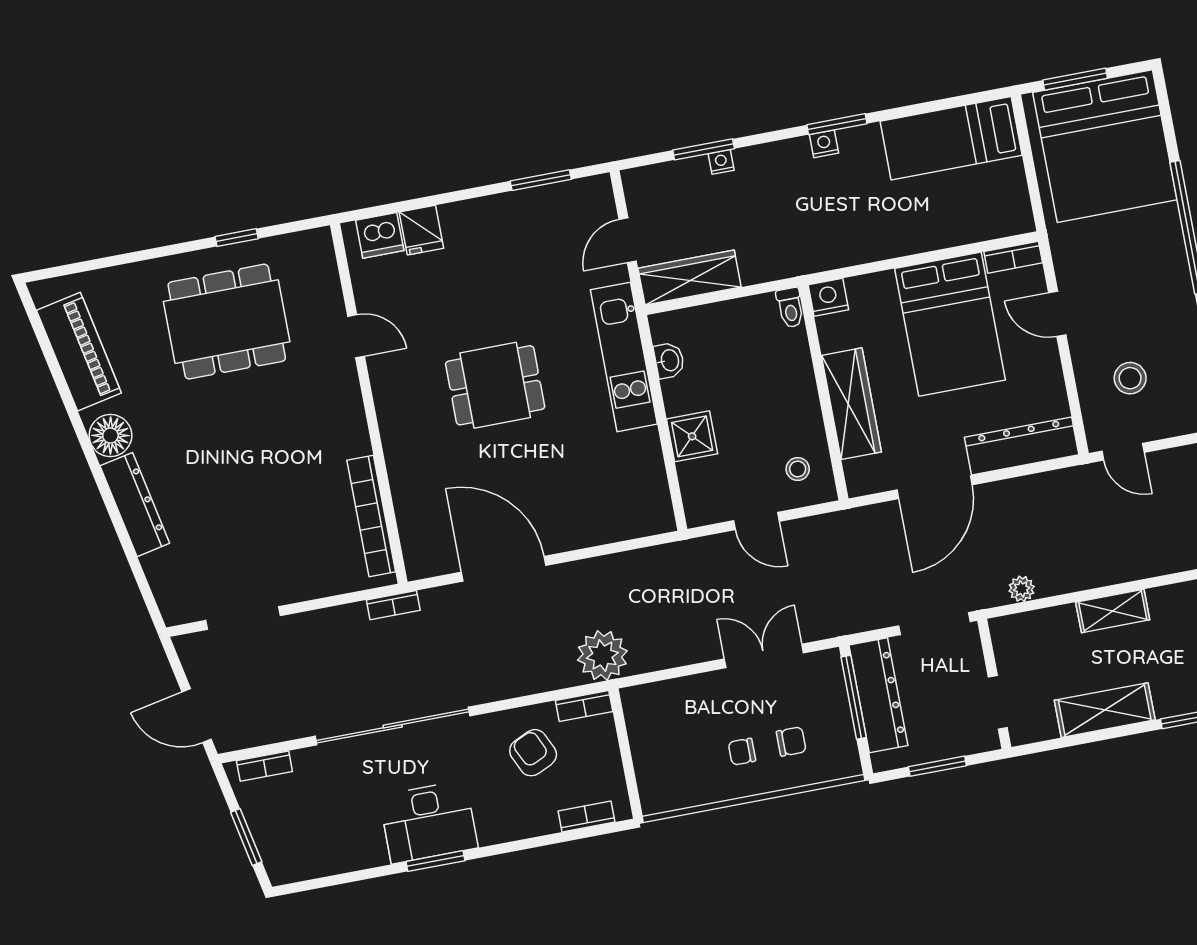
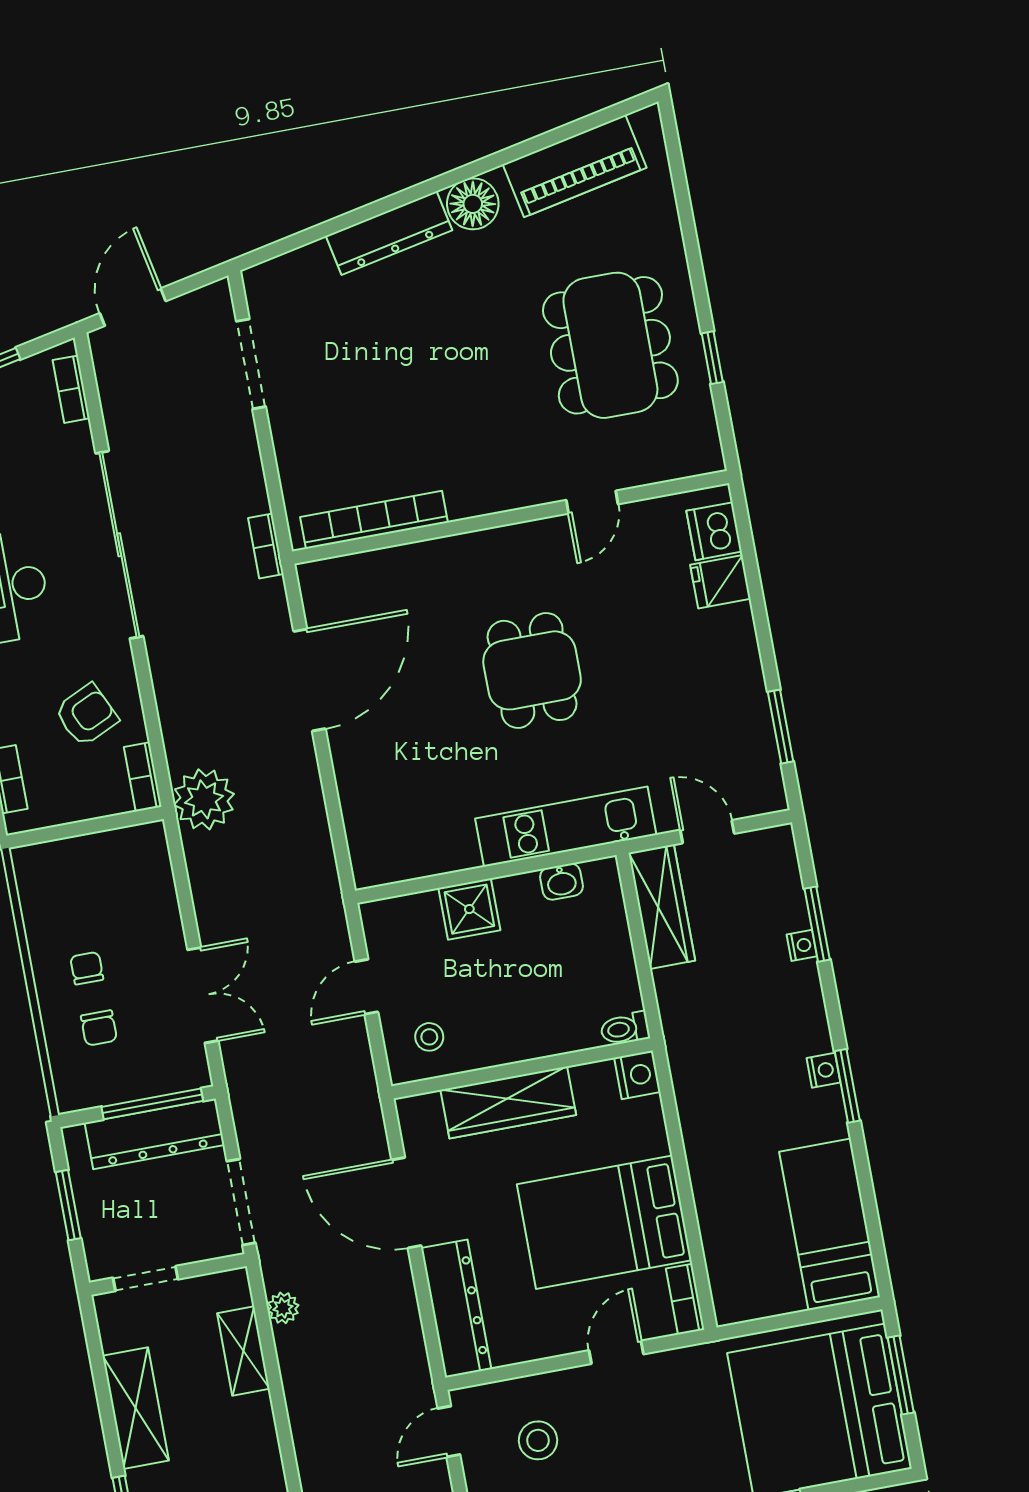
shelving: (1113, 611) -> (243, 1351), moved

